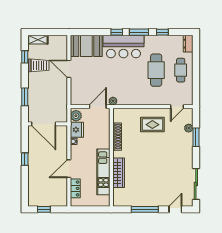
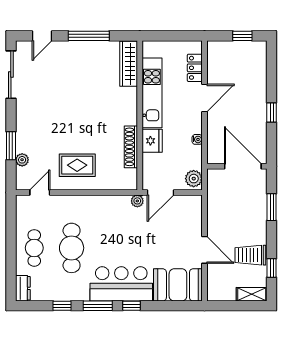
fridge: (77, 130) -> (152, 141), moved, turned 180
wardrobe: (119, 173) -> (129, 64), moved

